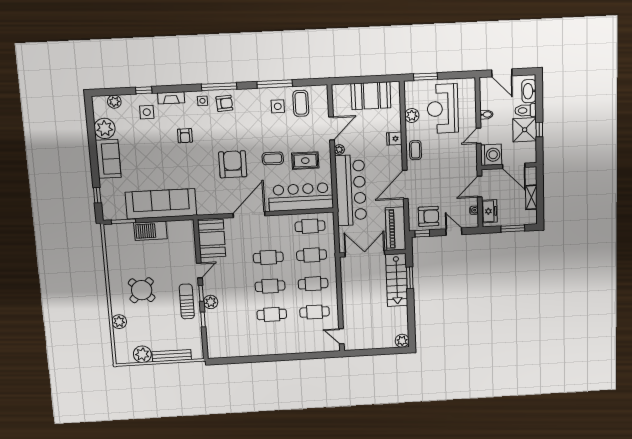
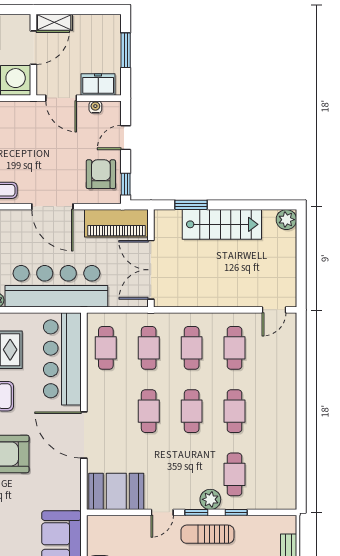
shelving: (531, 197) -> (54, 22), moved
door: (199, 270) -> (162, 512), swing flipped
stairs: (397, 280) -> (222, 224), moved
cafe table: (229, 317) -> (235, 474), added

